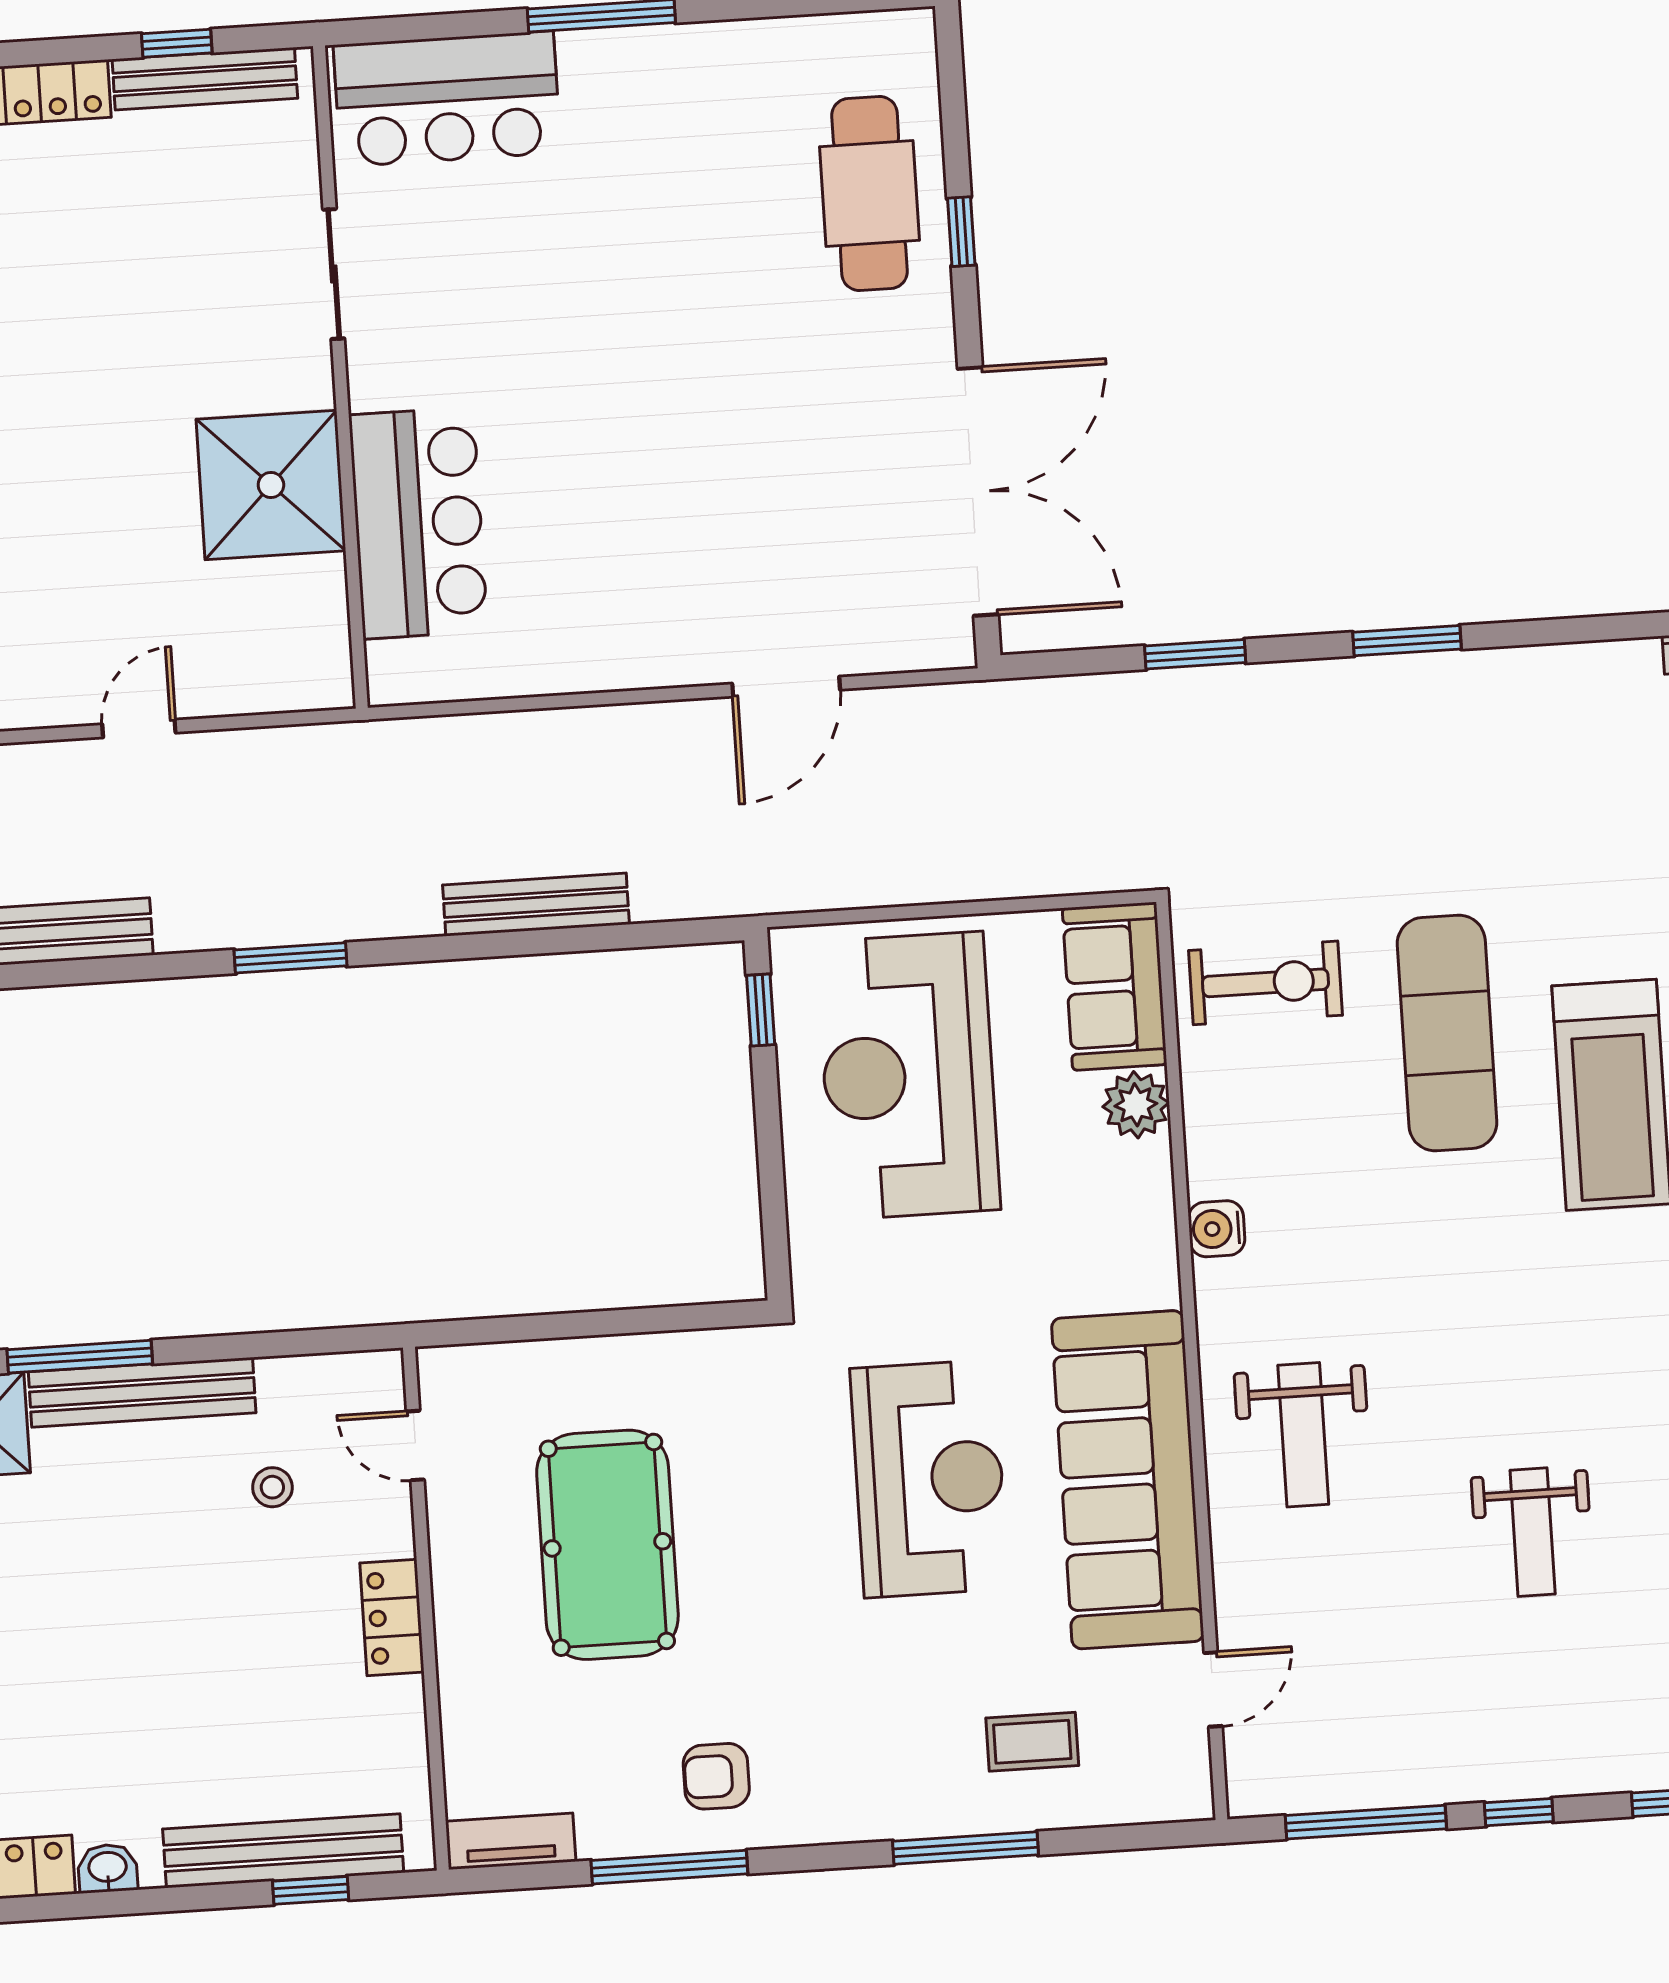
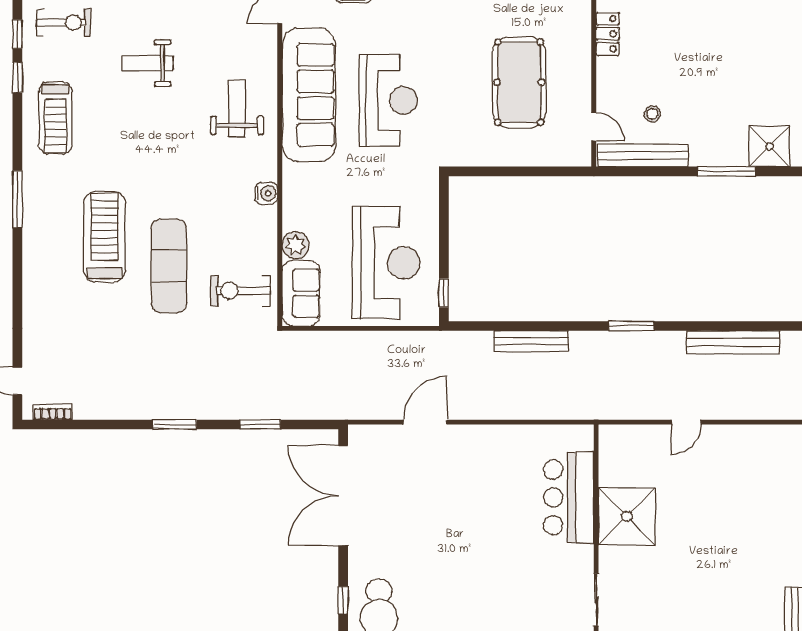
bench: (142, 1392) -> (643, 155), moved
reception desk: (929, 1479) -> (388, 100), turned 180
weight bench: (1533, 1532) -> (147, 63), turned -90
locker: (392, 1618) -> (608, 34), moved

